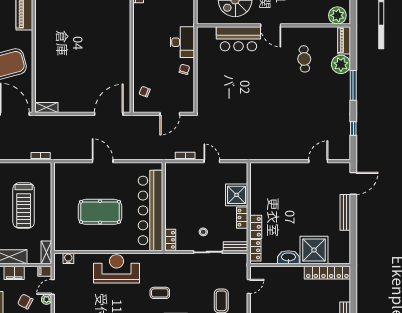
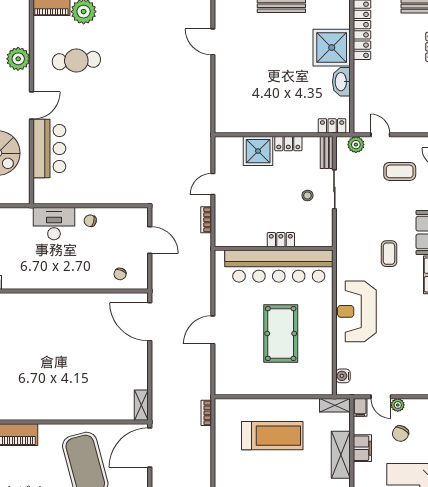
plant: (337, 15) -> (18, 59), moved
cafe table: (304, 59) -> (76, 61), width x1.37, depth x1.35
locker: (256, 227) -> (301, 125), removed
locker: (170, 240) -> (281, 240), moved
plant: (241, 268) -> (356, 145), added

